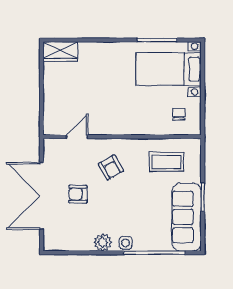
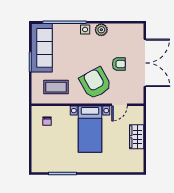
wardrobe: (60, 52) -> (137, 137), moved, turned -90
bed with nightstands: (168, 69) -> (90, 129), moved, turned 90
armchair: (111, 167) -> (95, 83), width x1.88, depth x1.88

